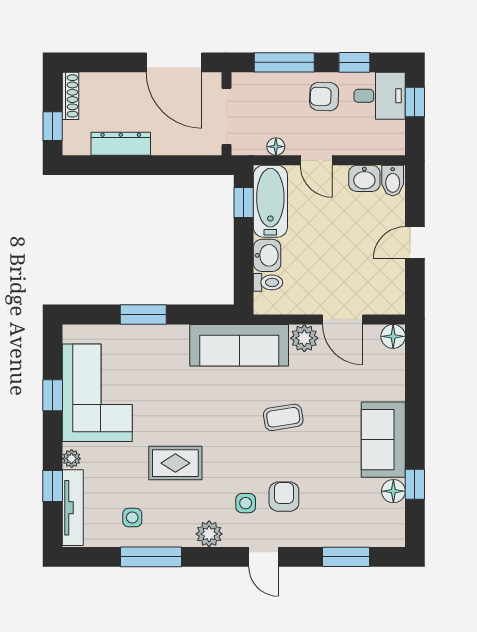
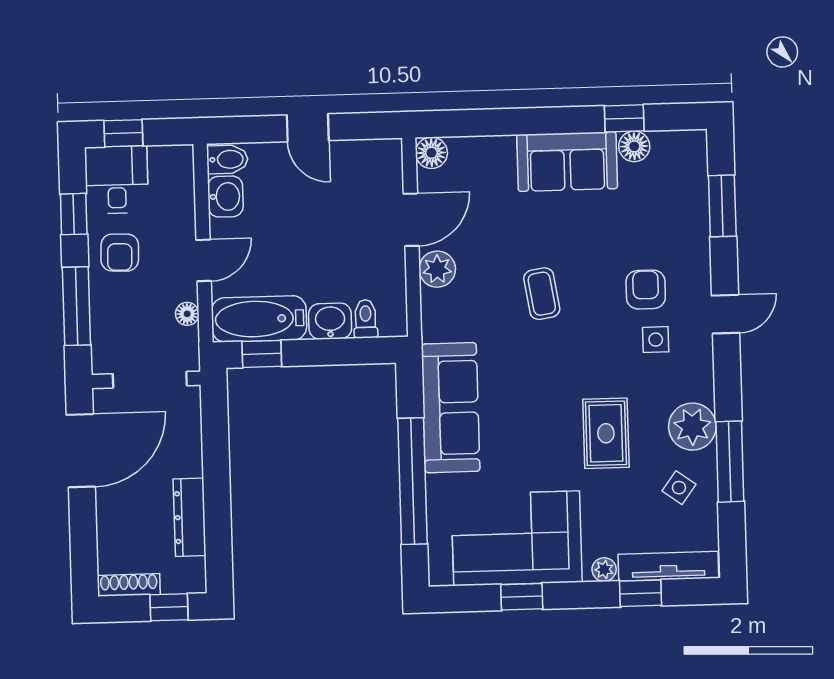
window: (143, 315) -> (412, 481), width x2.11
sofa: (239, 345) -> (451, 408), moved
armchair: (284, 497) -> (646, 290), turned 90
side table: (132, 518) -> (679, 488), turned 36
plant: (209, 534) -> (692, 427), moved, width x1.36, depth x1.36

